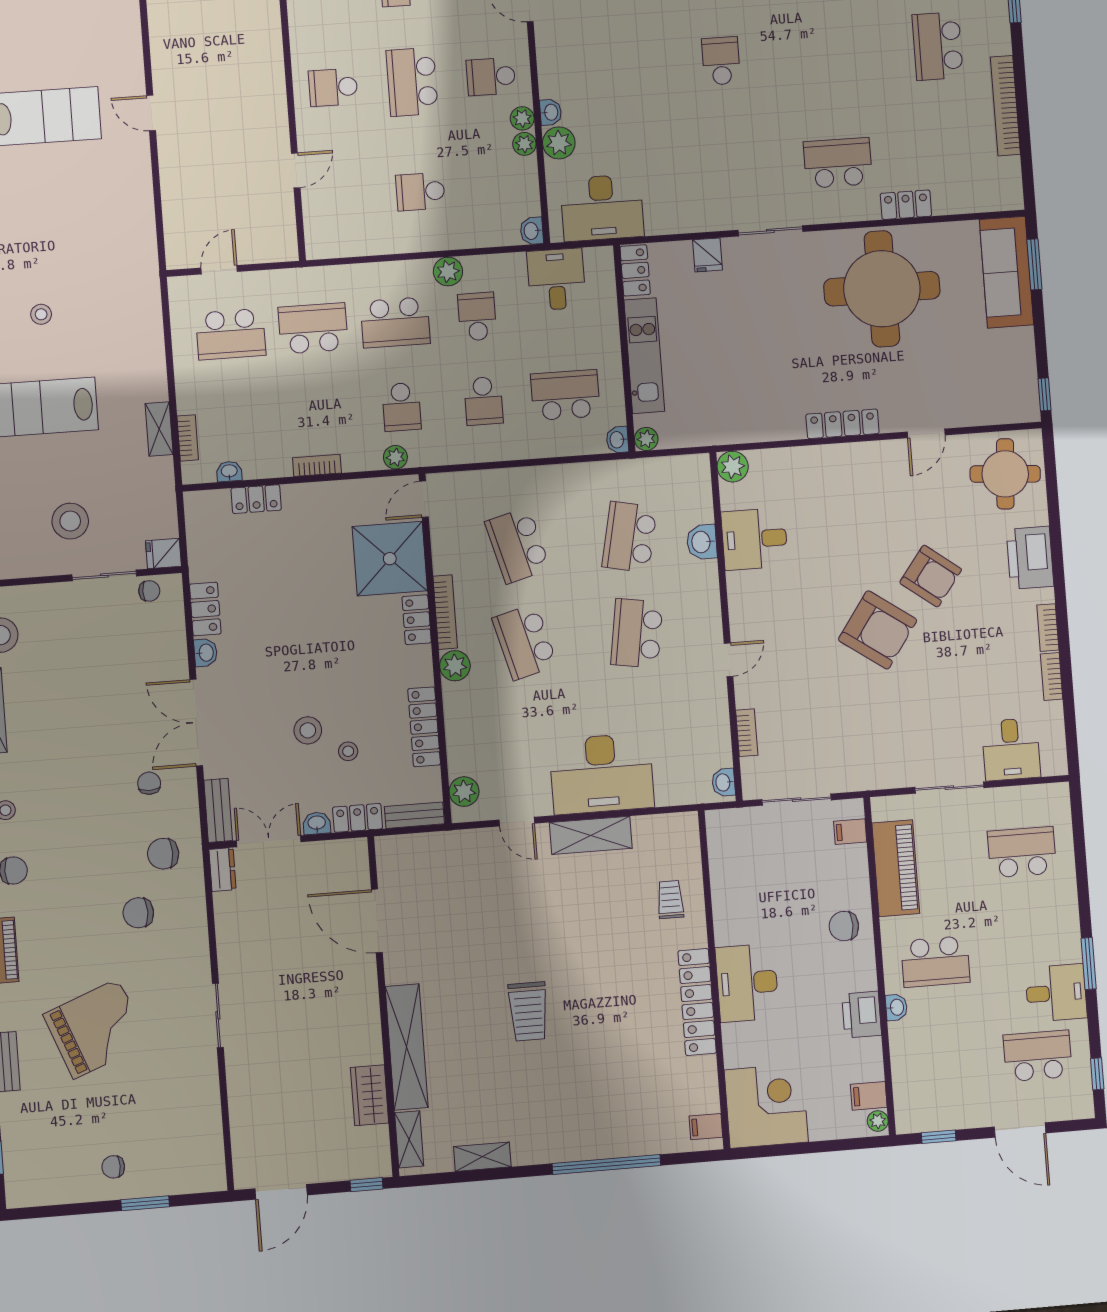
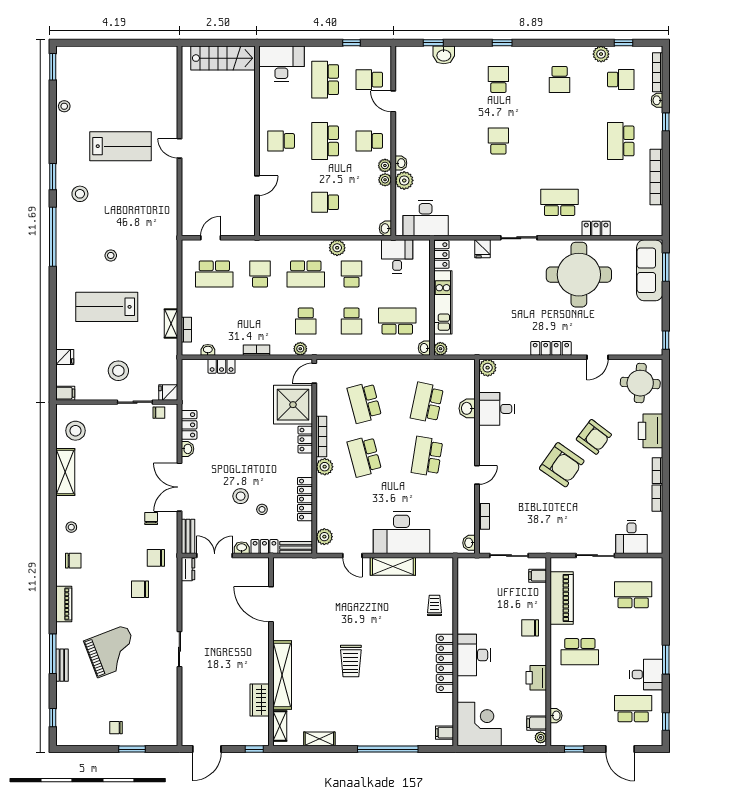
school desk: (313, 328) -> (260, 274), width x0.54
washbasin: (896, 1007) -> (556, 716), moved

